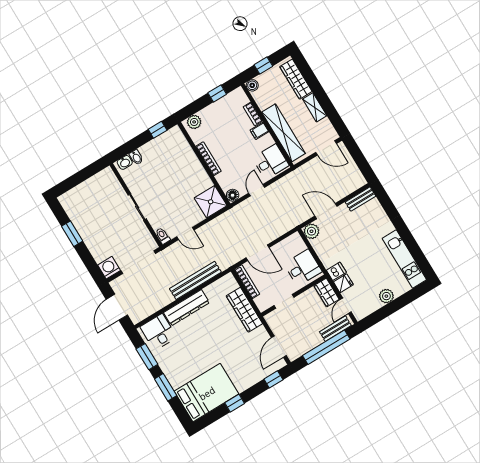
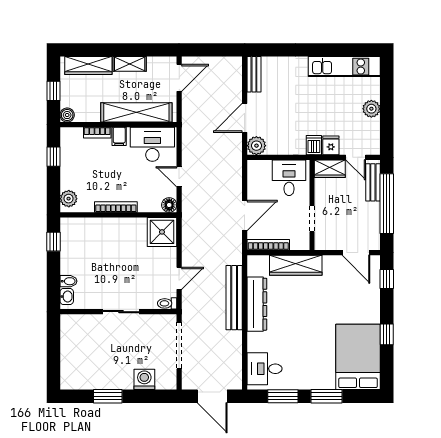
desk: (271, 162) -> (152, 144), width x1.37
washing machine: (109, 268) -> (144, 379), moved, turned 90
dresser: (186, 308) -> (257, 304), moved

